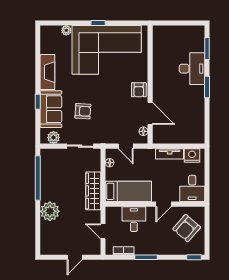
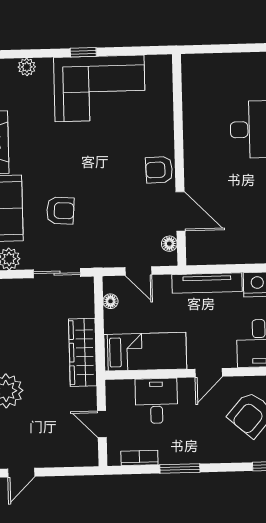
corner sofa: (107, 50) -> (100, 88), width x0.73, depth x0.74
armchair: (139, 90) -> (159, 170), turned 88
tv unit: (170, 154) -> (207, 283), width x1.41
door: (75, 257) -> (21, 473), moved

